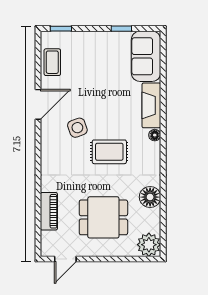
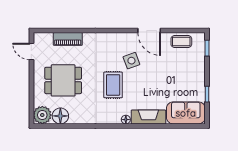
floor lamp: (150, 197) -> (60, 116), moved
dining table: (103, 217) -> (63, 80), turned 90

